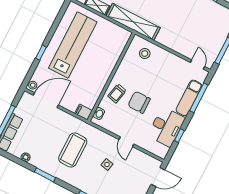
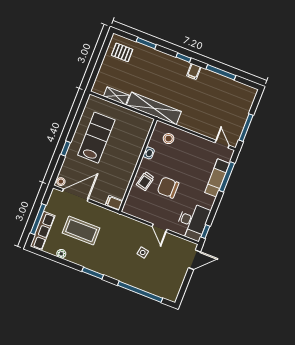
lab bench: (73, 45) -> (96, 138), width x0.73
washbasin: (99, 113) -> (149, 153), moved
desk: (166, 127) -> (193, 221), moved
window: (179, 136) -> (205, 232), moved
coffee table: (73, 150) -> (81, 231), moved, turned 90
window: (45, 175) -> (93, 273), moved

